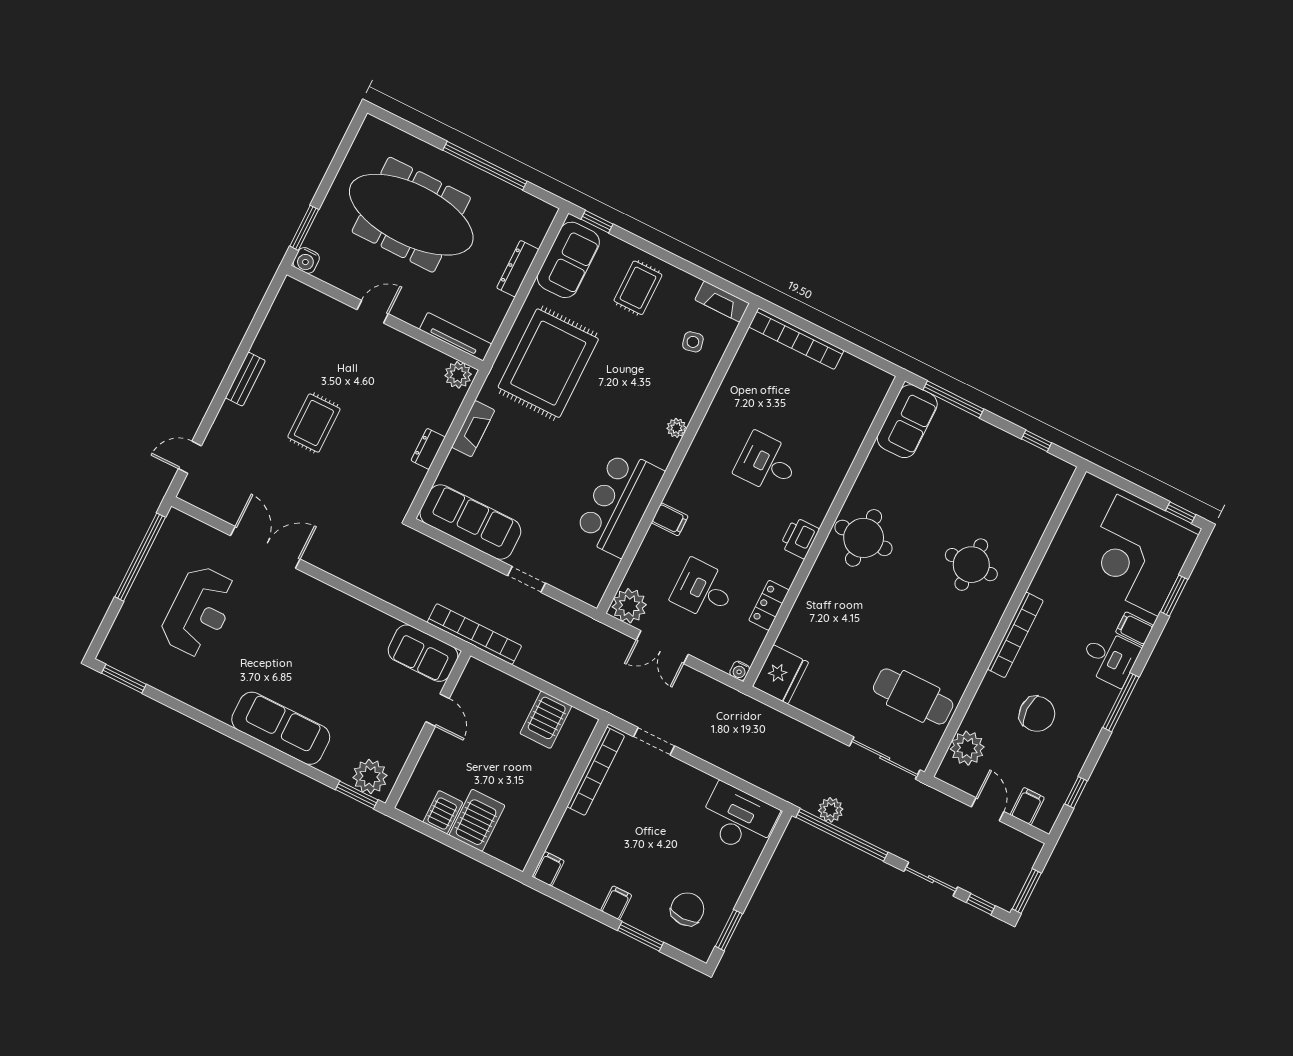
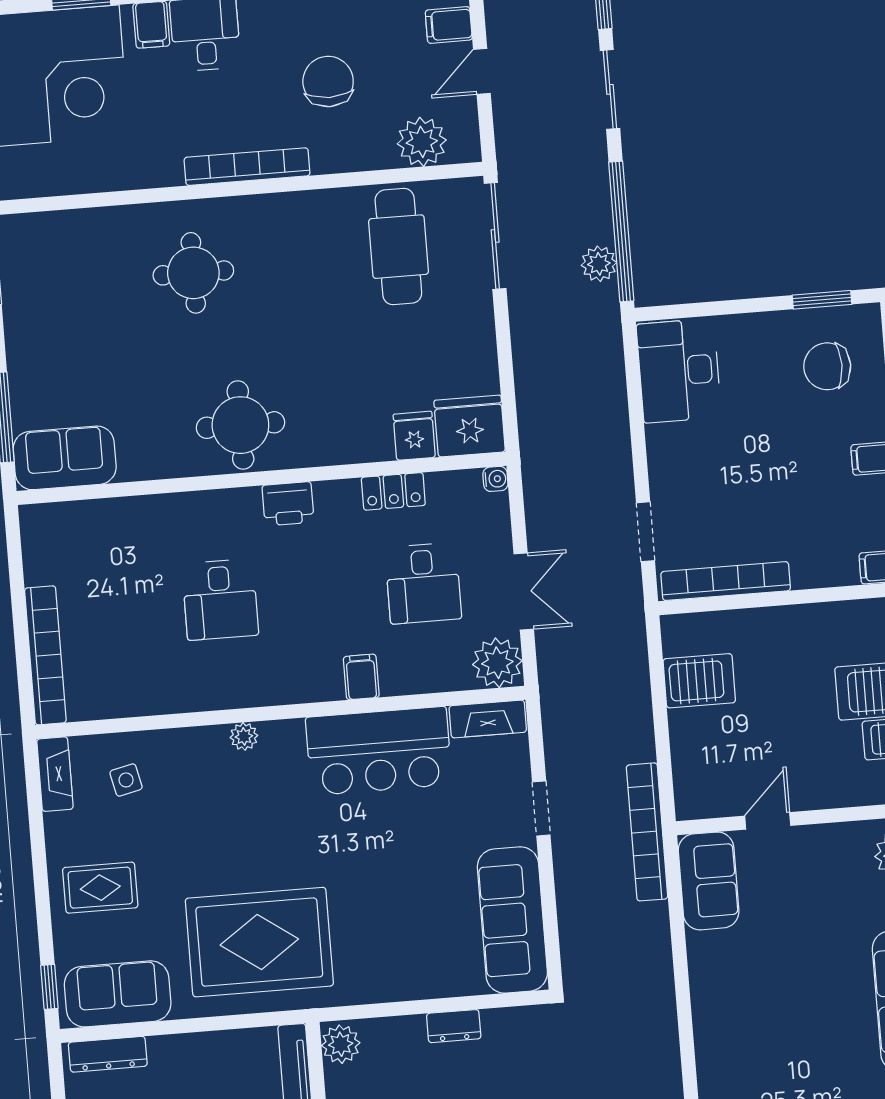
dresser: (518, 269) -> (108, 1054), moved
fireplace: (473, 429) -> (488, 719), moved, turned 180
fridge: (795, 638) -> (414, 436), added

